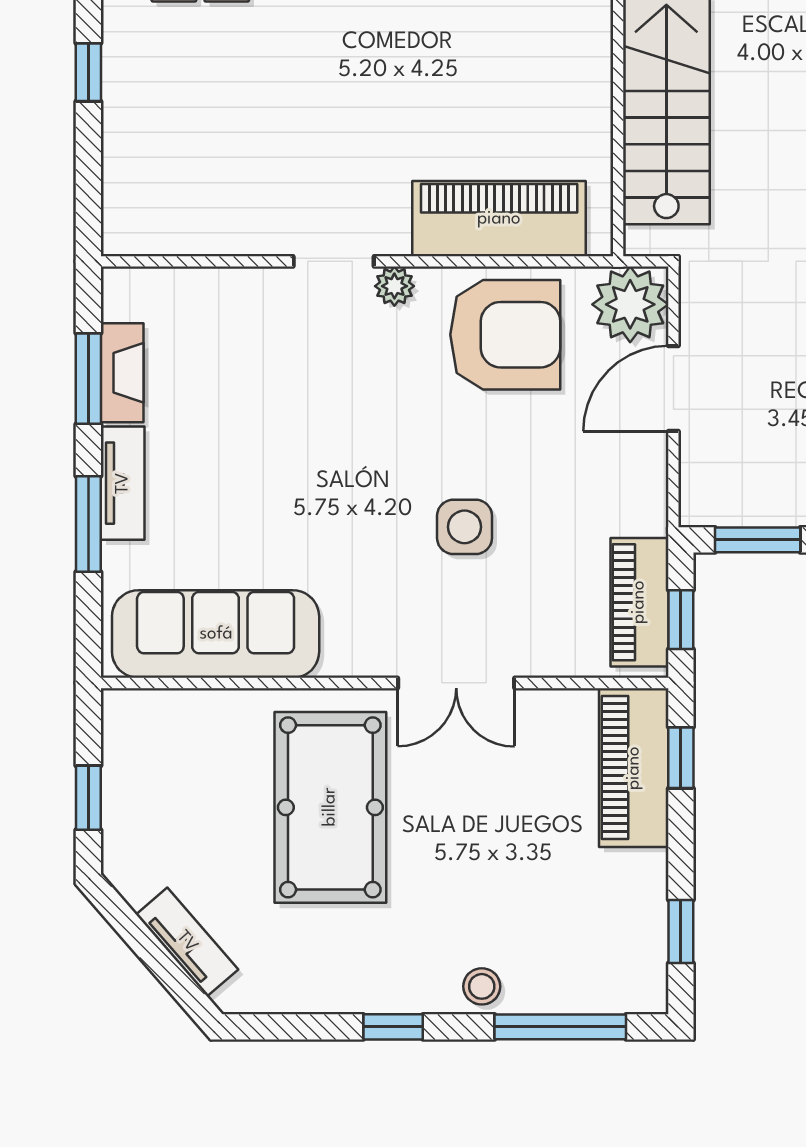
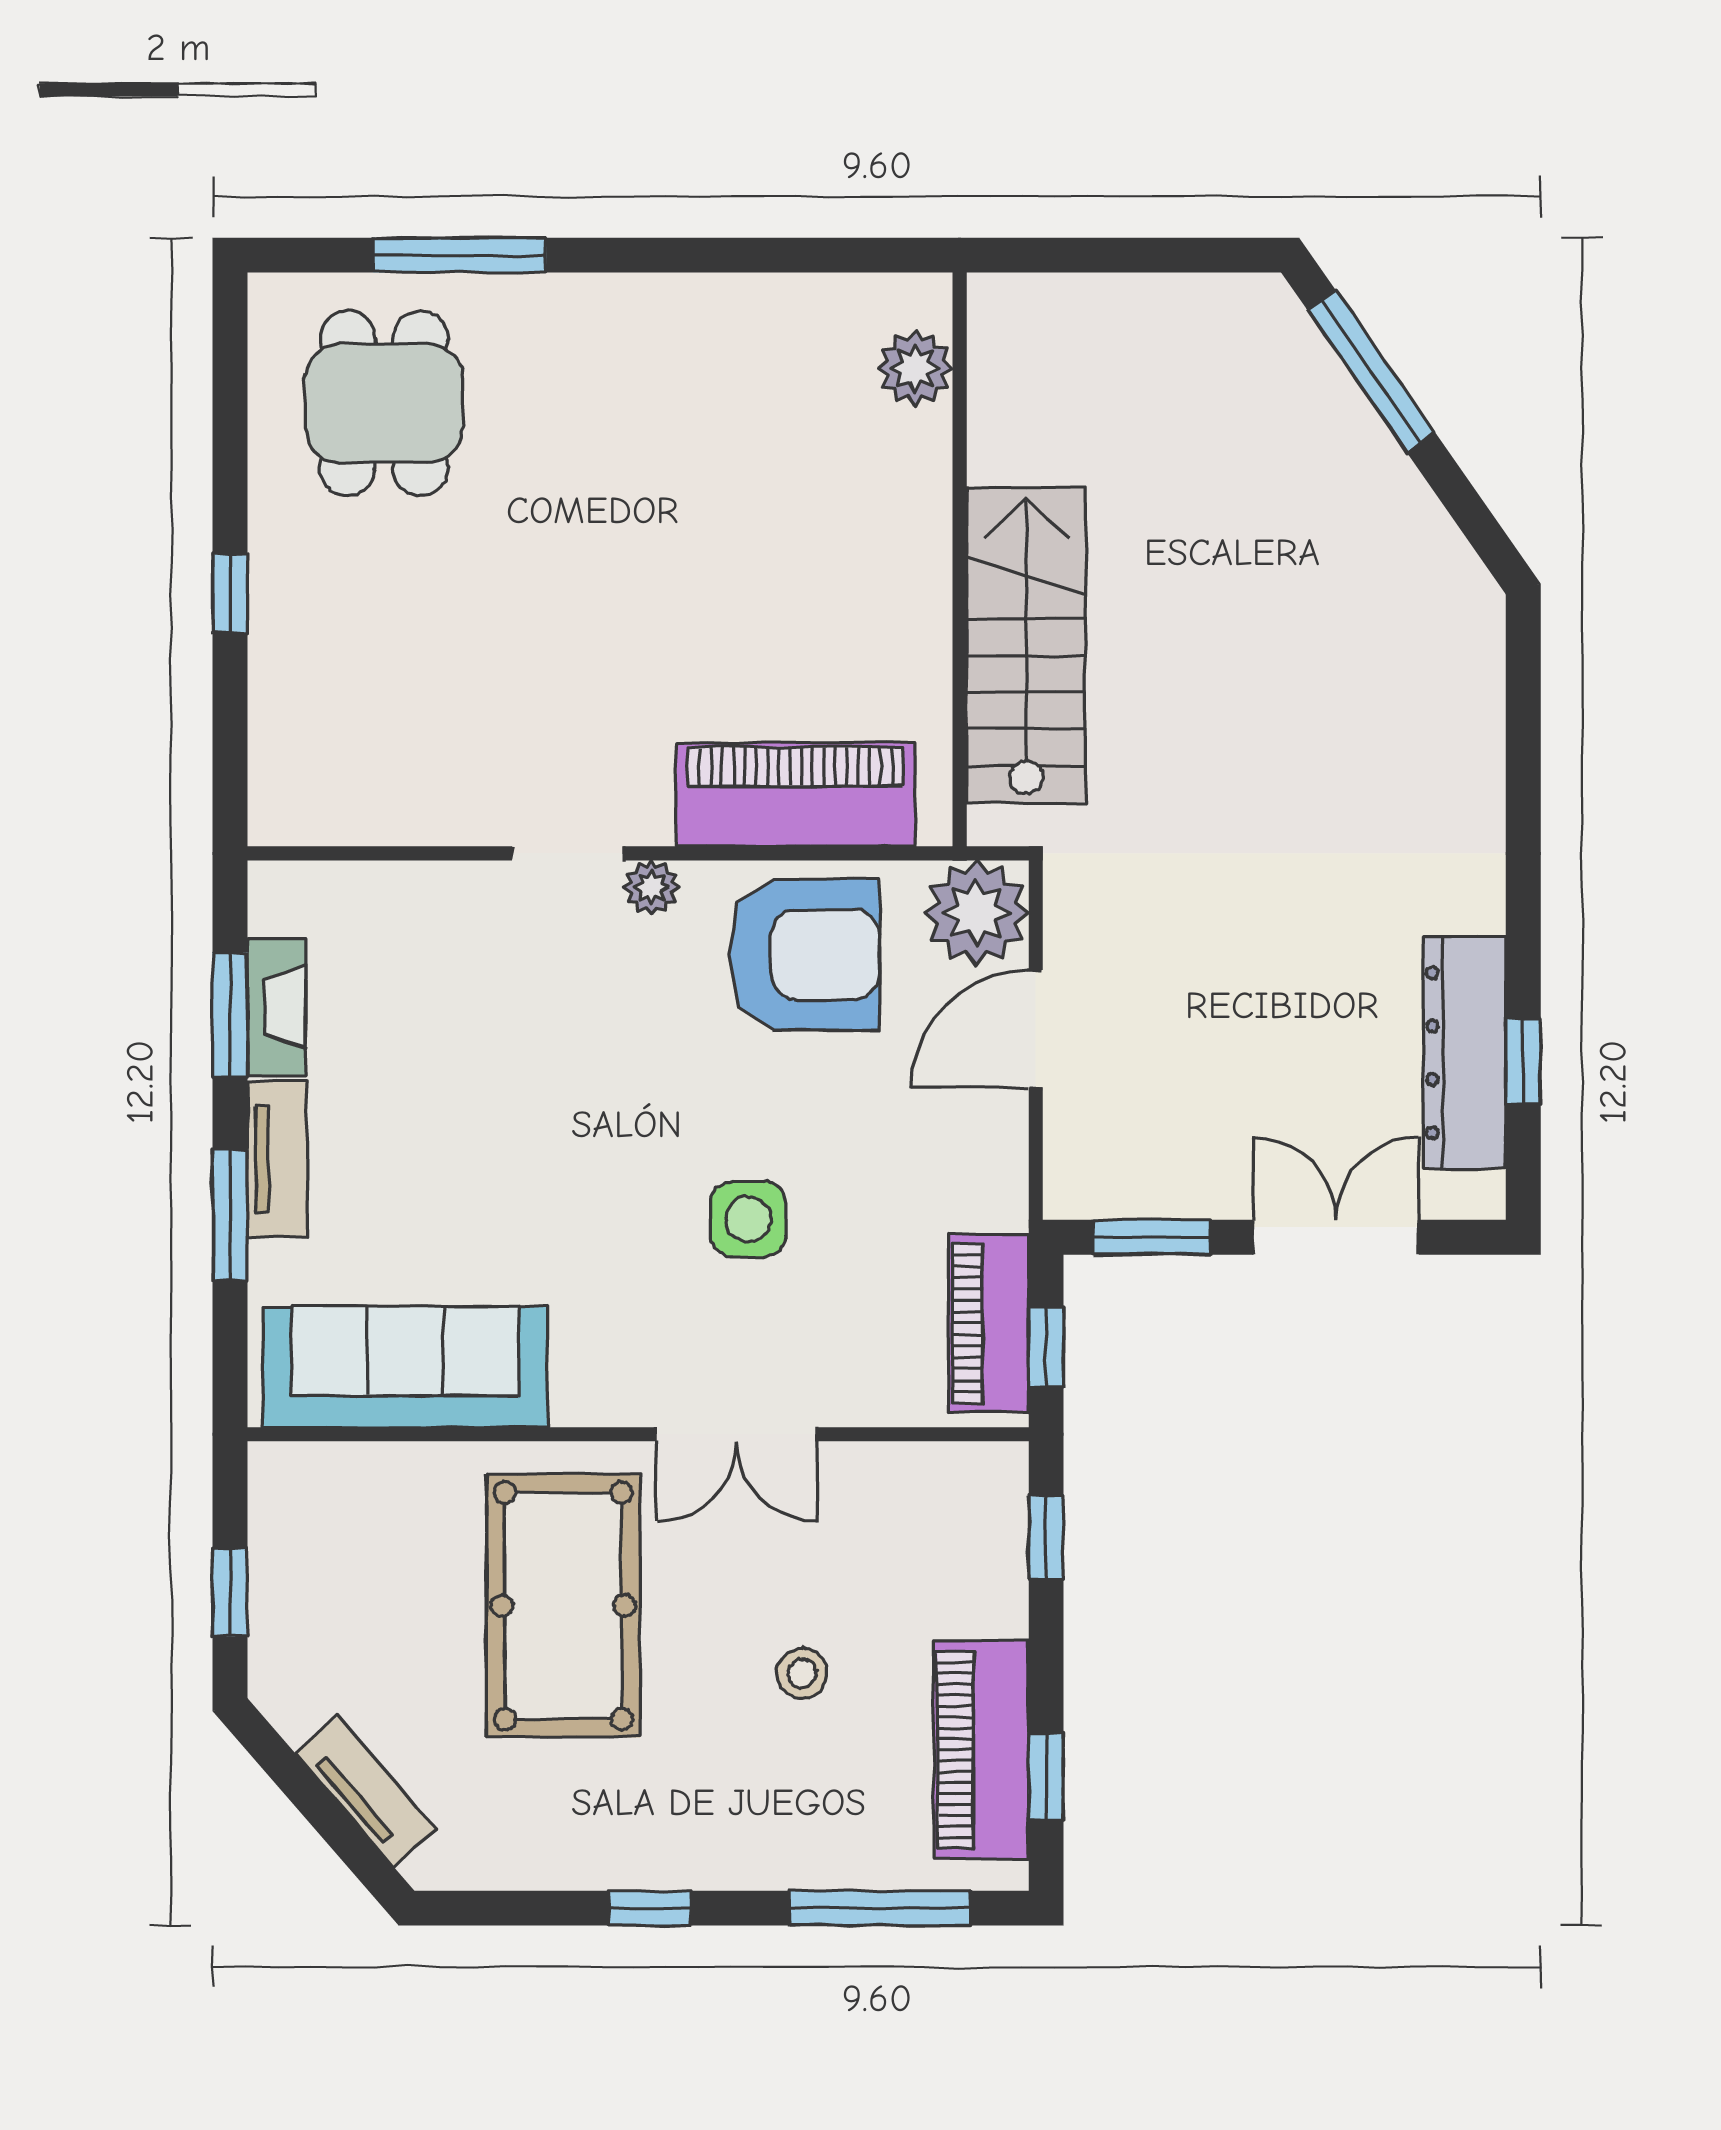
piano: (634, 768) -> (981, 1750), moved
stool: (482, 986) -> (802, 1673), moved

